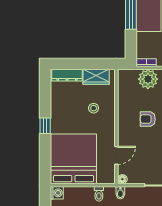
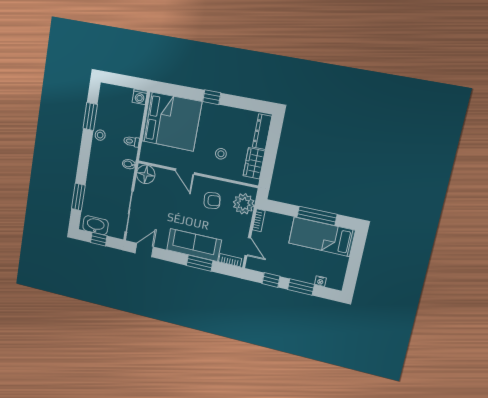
plant: (148, 79) -> (244, 204), moved
armchair: (148, 119) -> (212, 201), moved, turned 83
door: (116, 155) -> (185, 172), moved
floor lamp: (122, 179) -> (146, 174), width x1.89, depth x1.89

